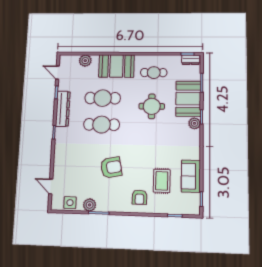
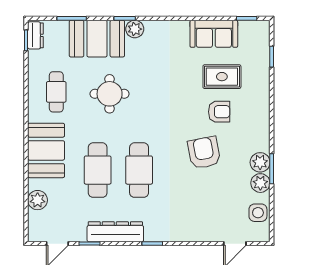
armchair: (139, 197) -> (219, 112), moved
plant: (103, 205) -> (260, 162), added

